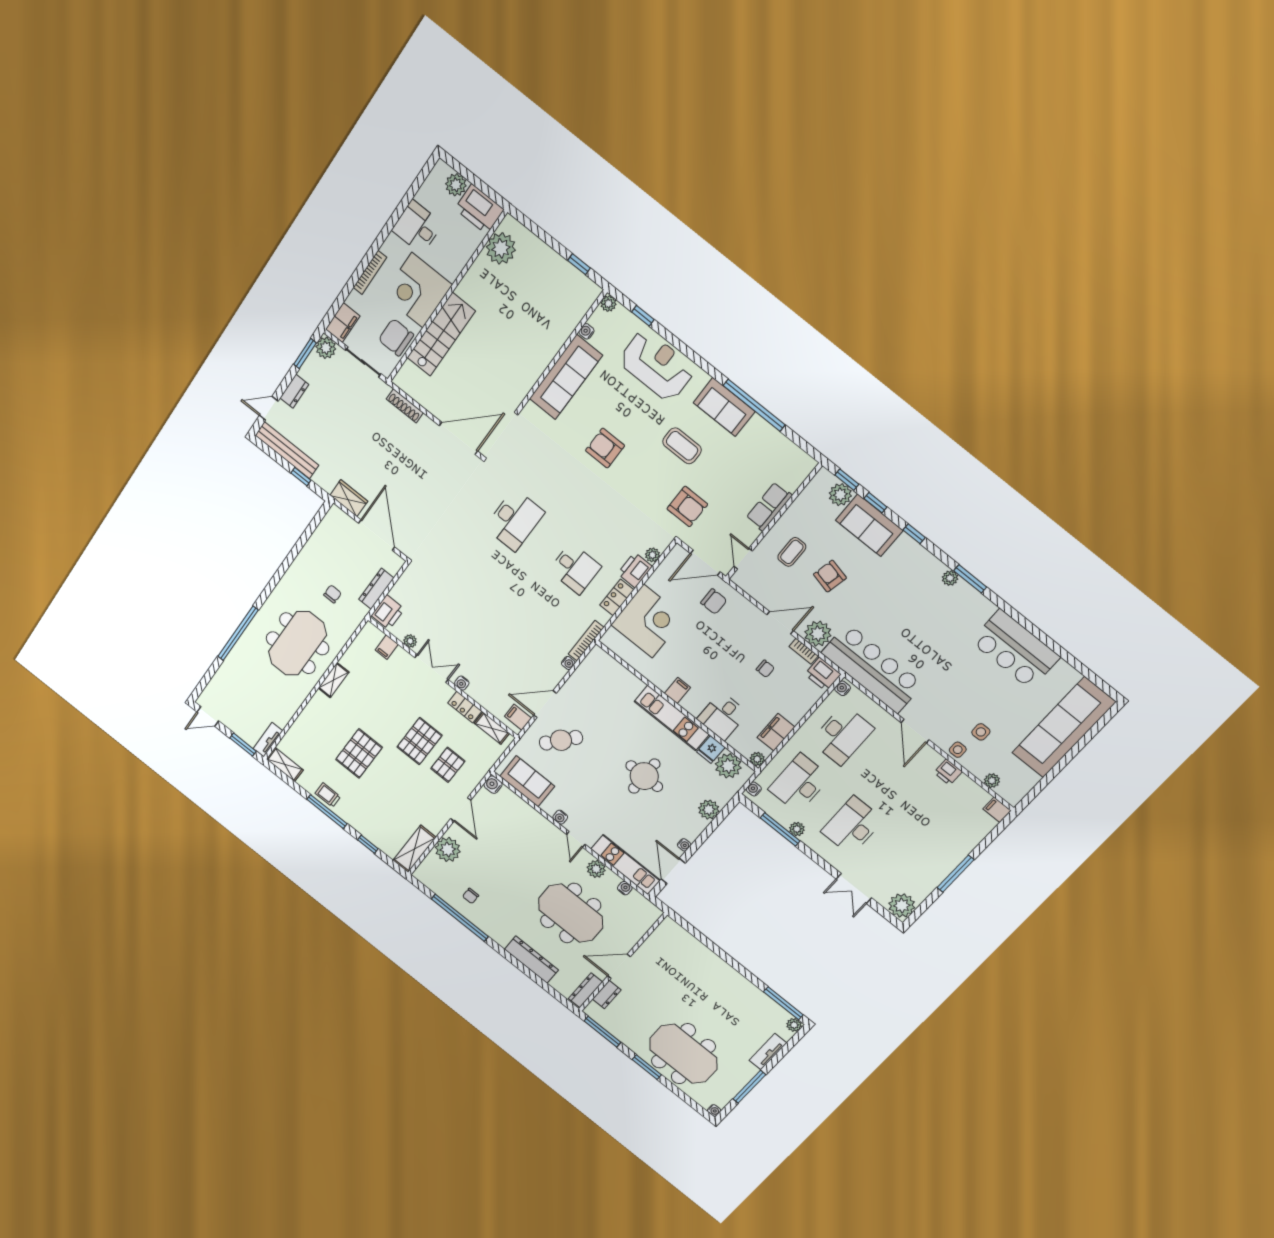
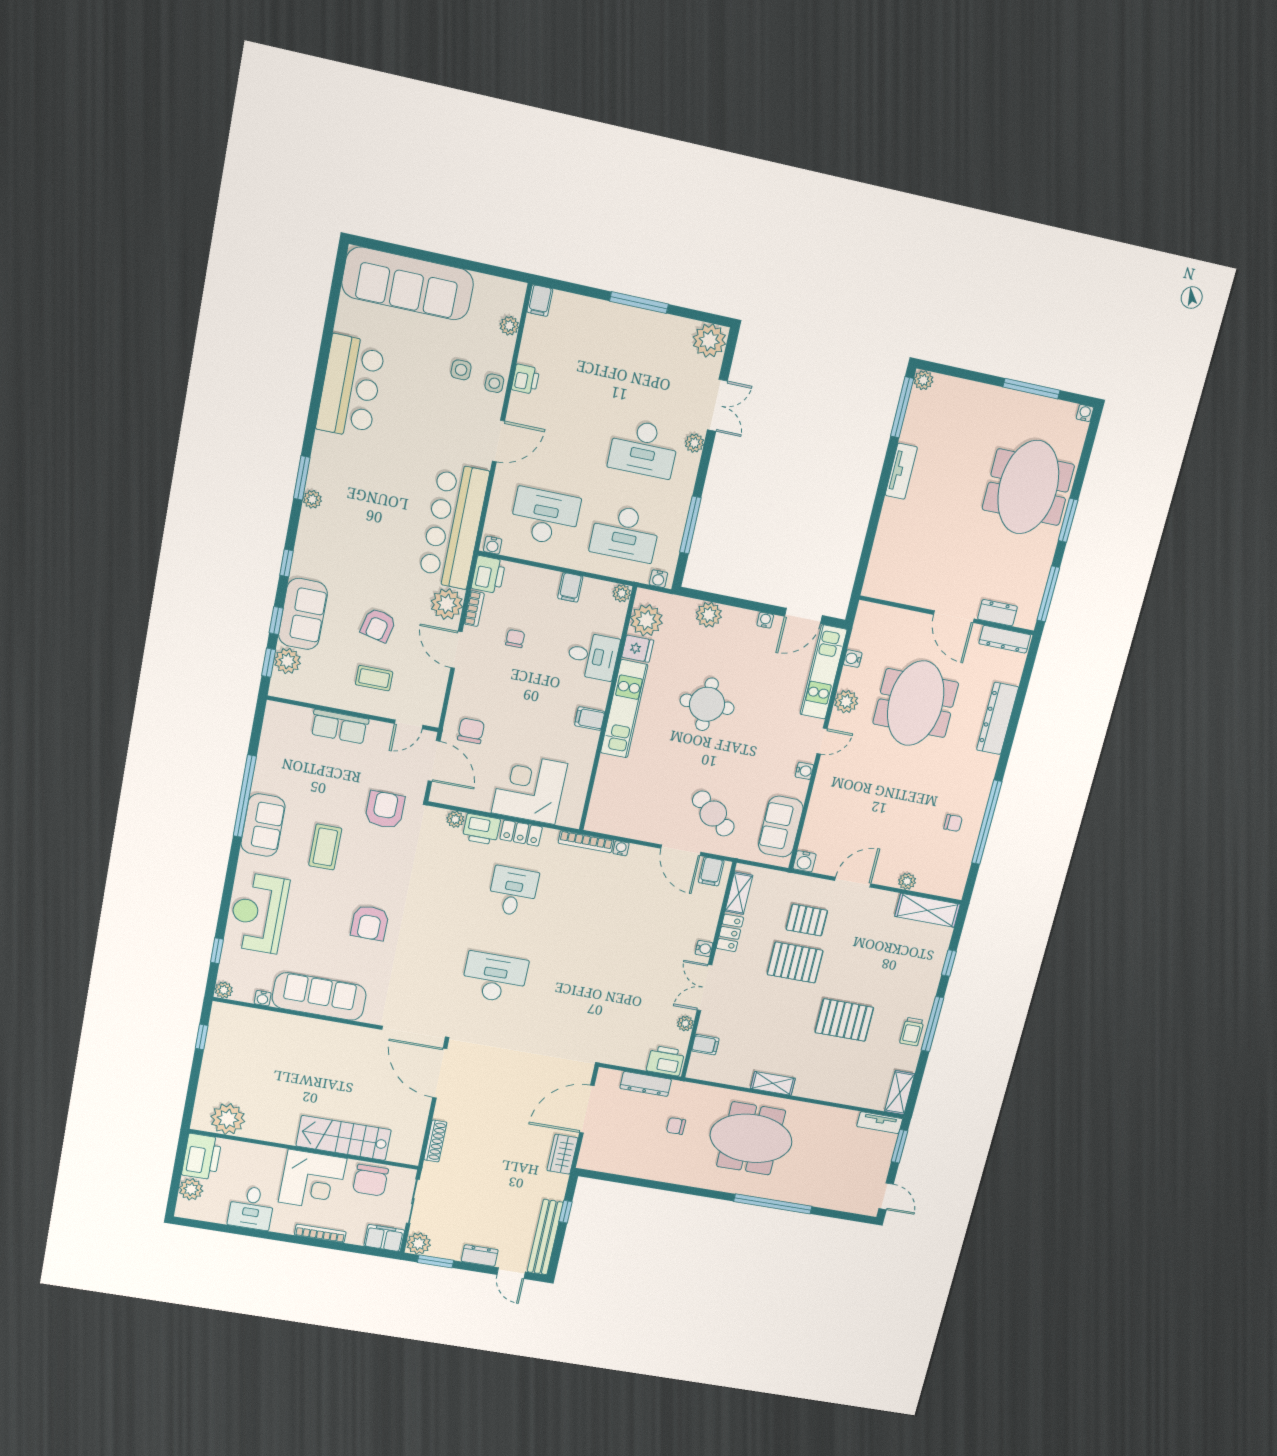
filing cabinet: (776, 732) -> (570, 587), width x0.50
plant: (797, 829) -> (694, 443), moved
plant: (448, 850) -> (907, 881), width x0.53, depth x0.53
tv unit: (768, 1052) -> (901, 471), moved, turned -90

